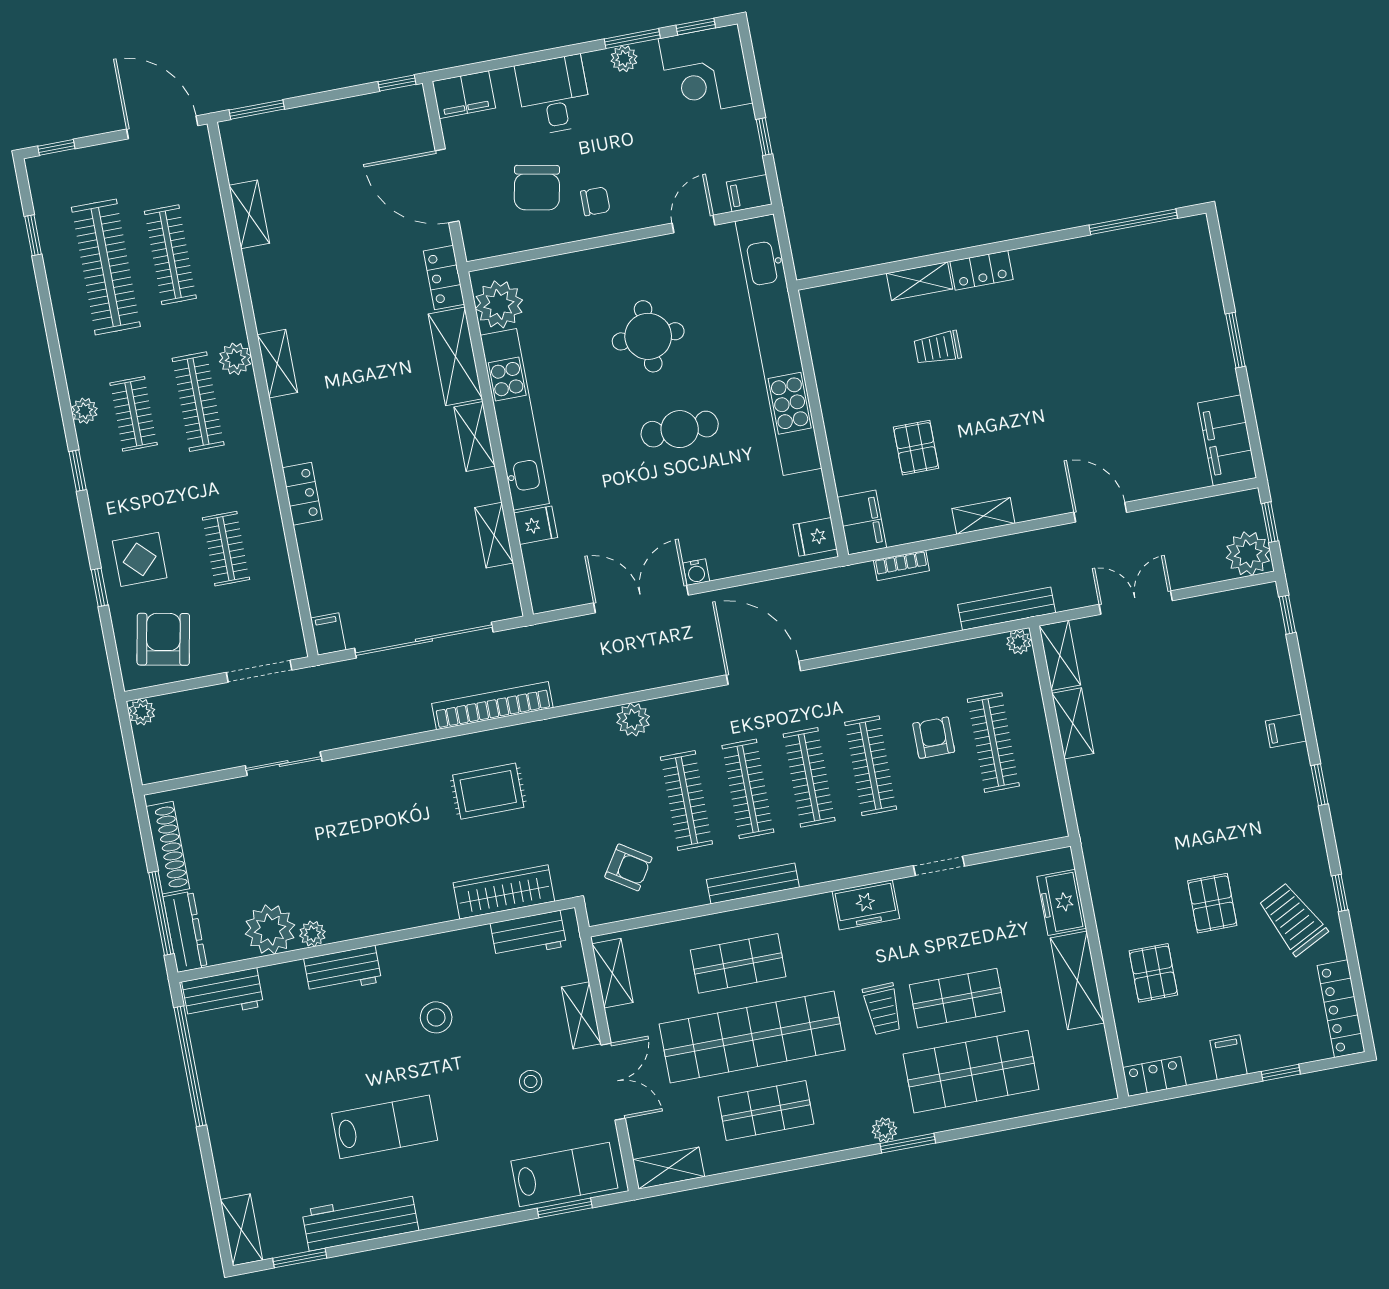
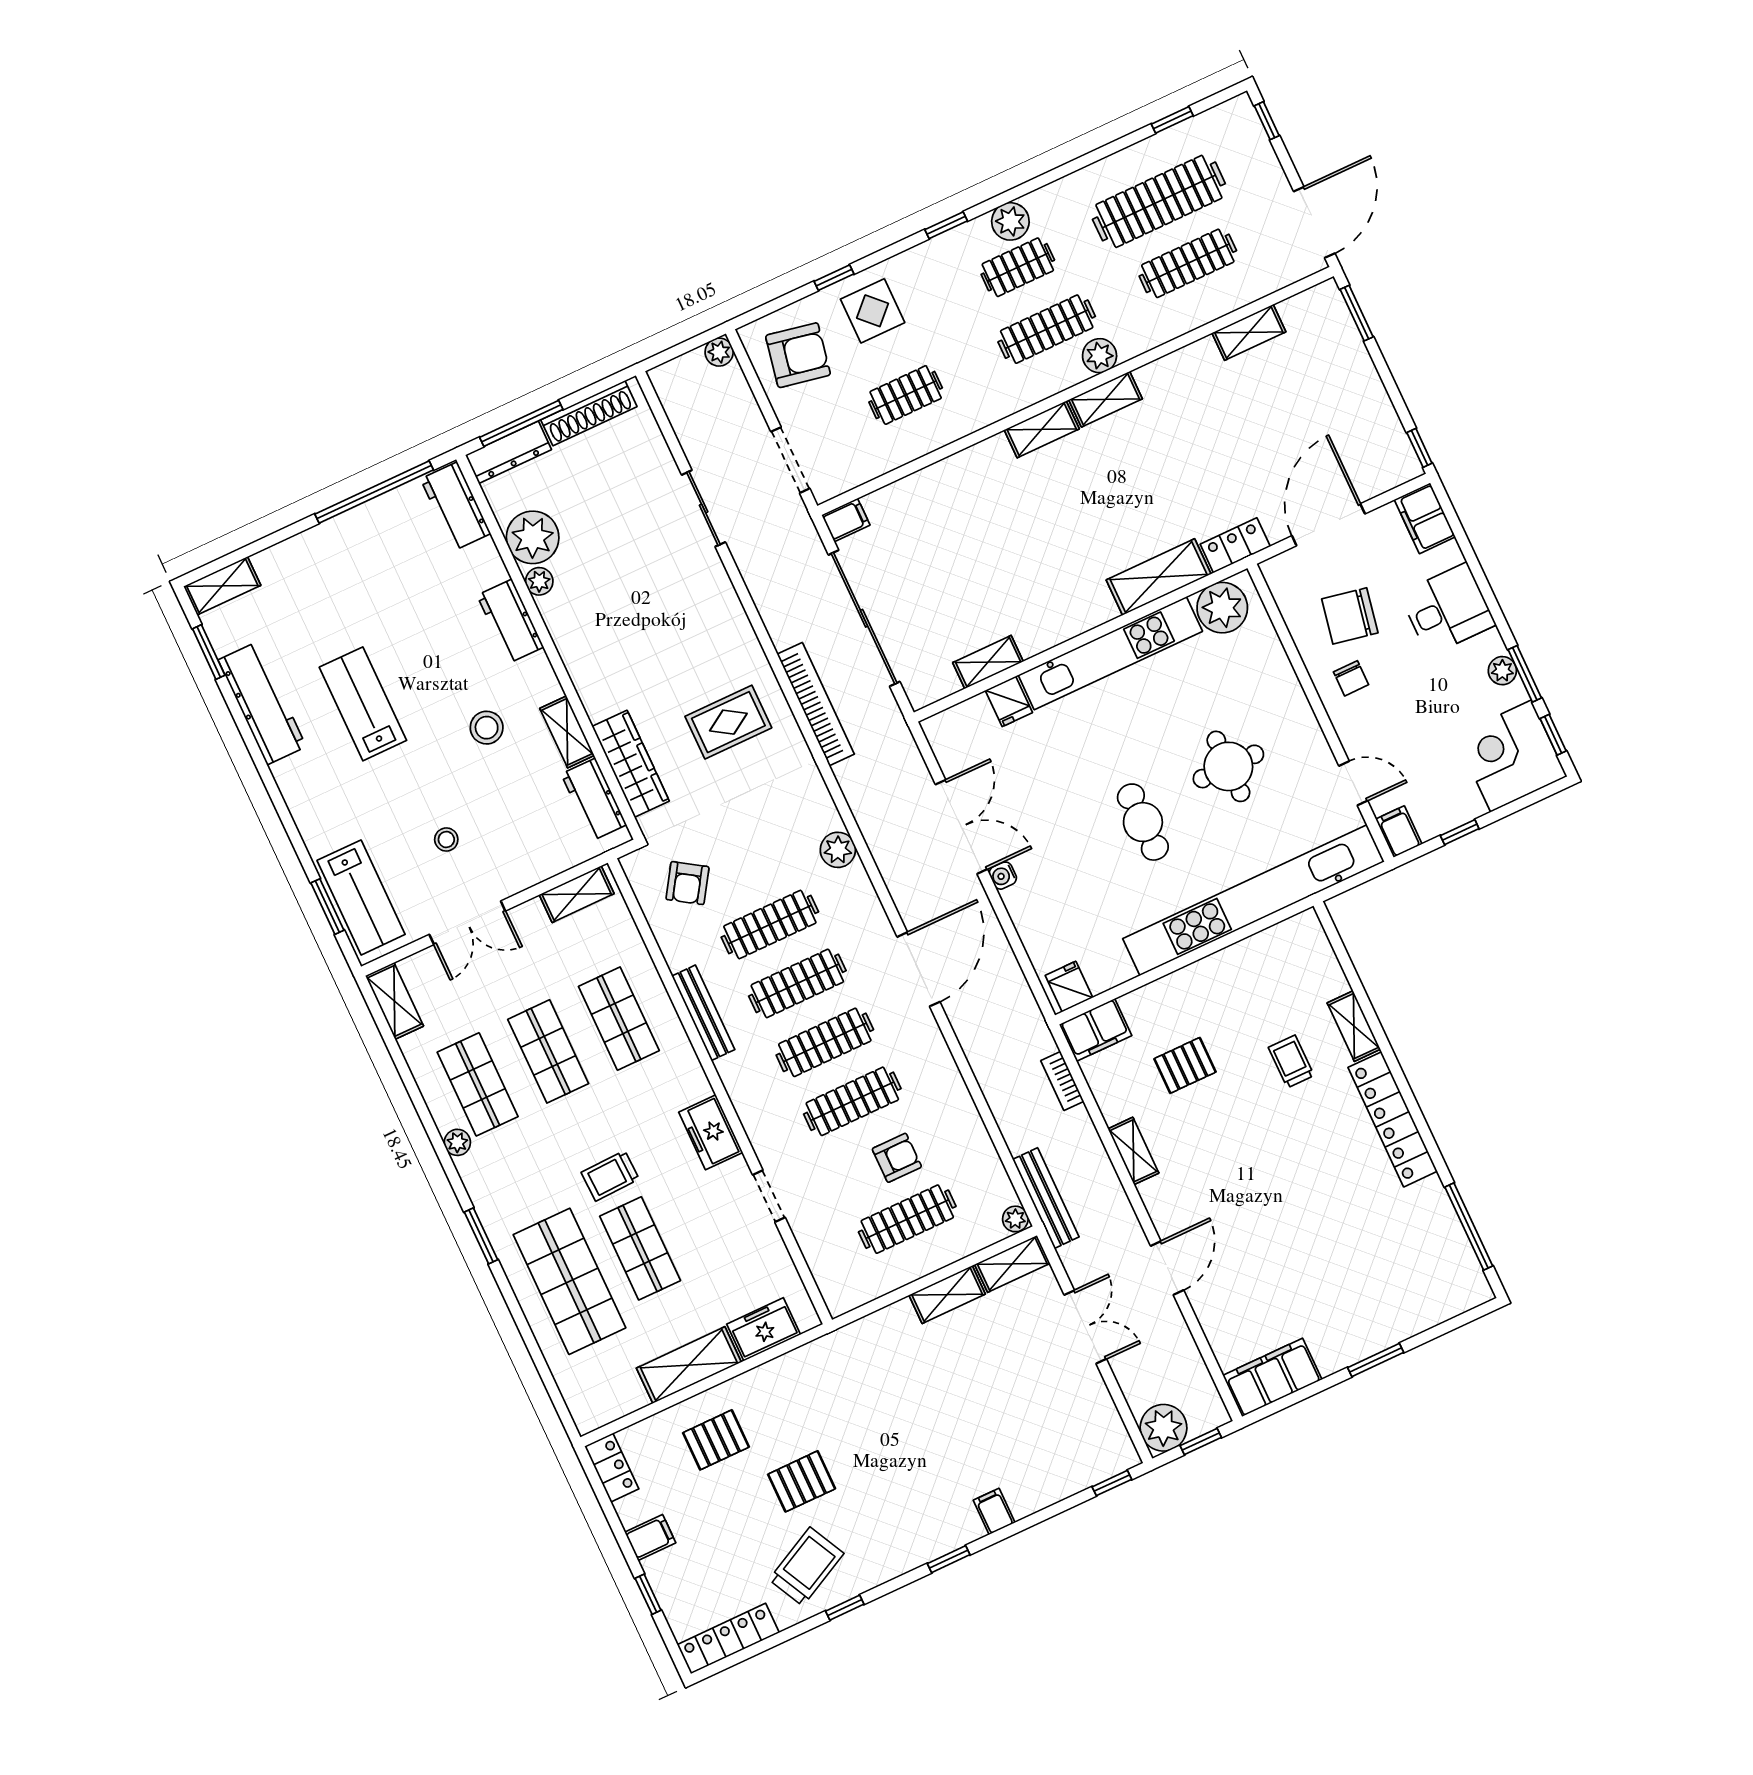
locker: (981, 270) -> (1393, 1119), width x2.16, depth x1.21
plant: (84, 411) -> (1010, 221), width x1.38, depth x1.38
shelving: (474, 436) -> (1042, 429), moved
locker: (302, 494) -> (981, 458), removed
rug: (488, 791) -> (728, 722), turned 90
shelving: (581, 1015) -> (567, 732), moved, turned 90
shop shelf: (752, 1037) -> (548, 1051), width x0.50, depth x0.74
lab bench: (385, 1127) -> (363, 704), turned 180
plant: (884, 1130) -> (457, 1142), moved

